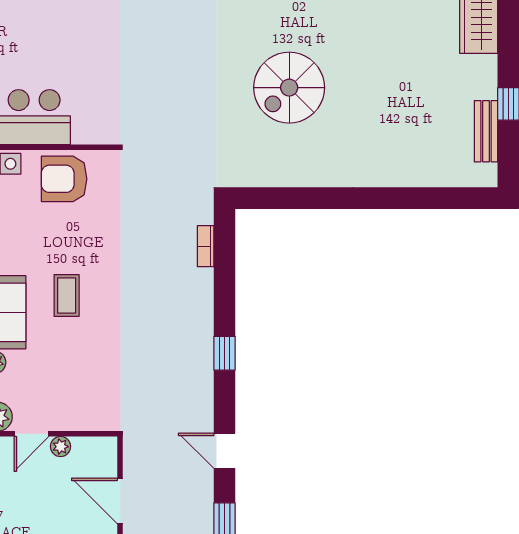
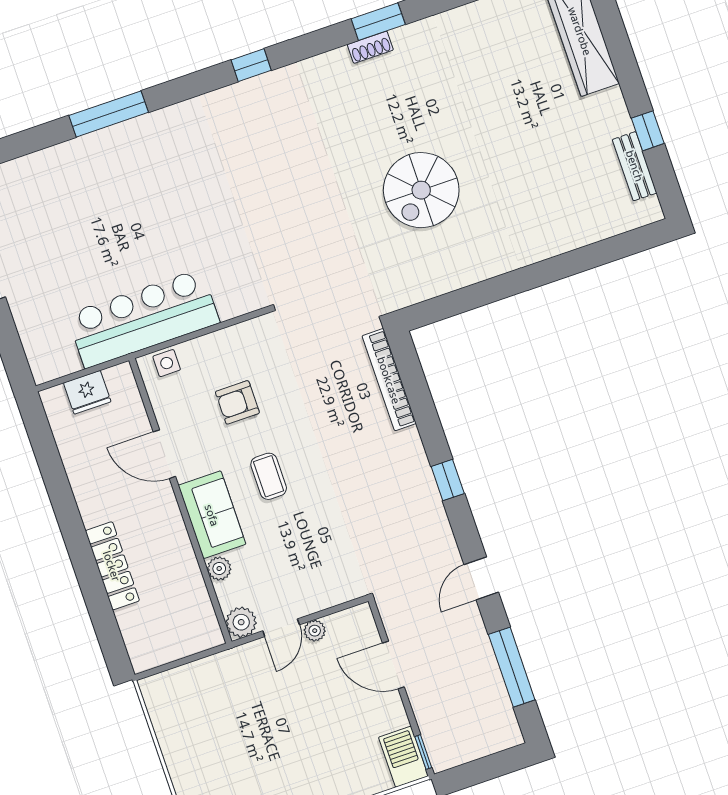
armchair: (64, 179) -> (237, 402), moved, width x0.72, depth x0.72
bookcase: (206, 246) -> (389, 380), width x2.31, depth x1.31
door: (224, 451) -> (481, 578), hinge flipped

